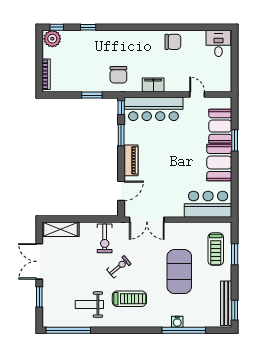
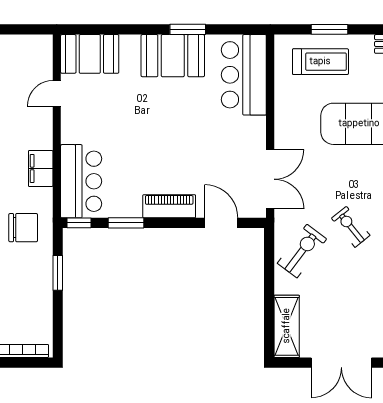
bar counter: (153, 109) -> (81, 181), width x0.73
booth: (220, 126) -> (90, 54), moved
window: (235, 140) -> (188, 29), moved
exercise bike: (105, 238) -> (302, 251), turned -53

